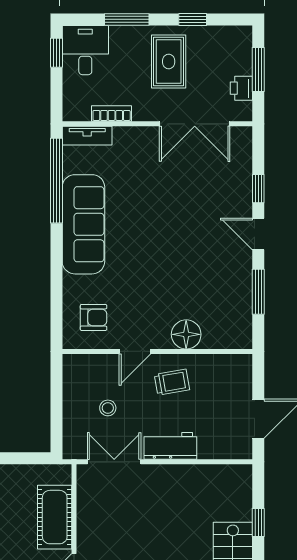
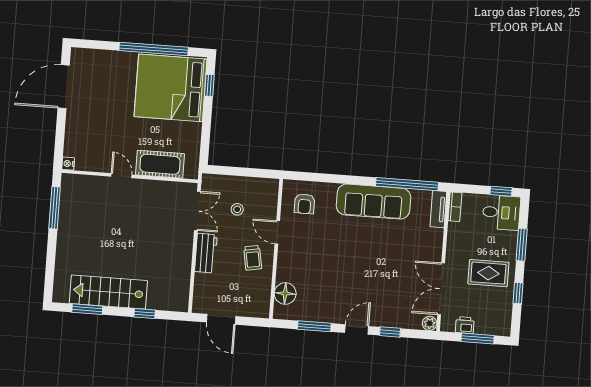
bookcase: (112, 114) -> (455, 207), moved
plant: (243, 136) -> (430, 323), added
floor lamp: (186, 334) -> (285, 293), moved

